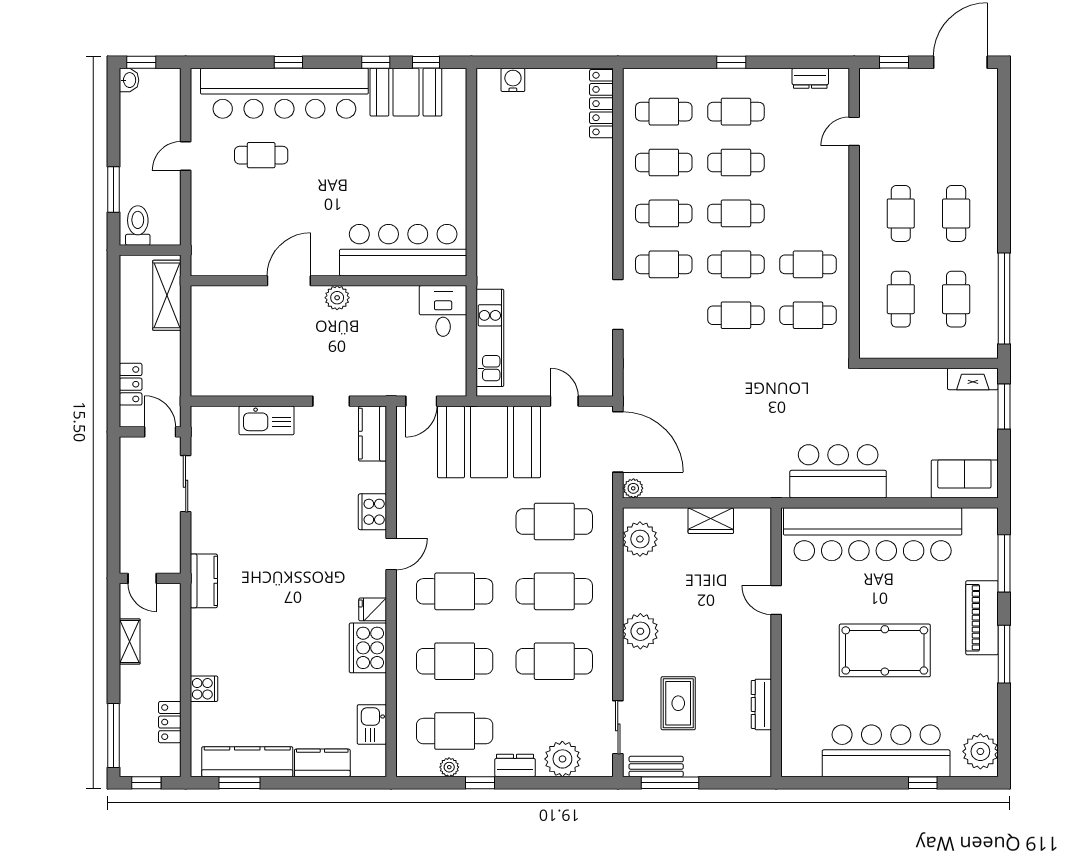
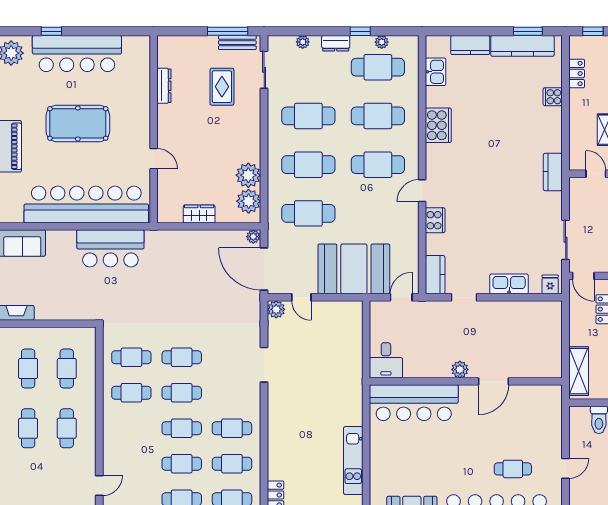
cafe table: (664, 264) -> (232, 393), removed
kitchen unit: (490, 338) -> (353, 461), moved
plant: (600, 384) -> (276, 309), added
fridge: (373, 609) -> (550, 284), moved, turned -90
plant: (640, 631) -> (248, 175), moved
plant: (562, 759) -> (303, 42), width x0.53, depth x0.53

